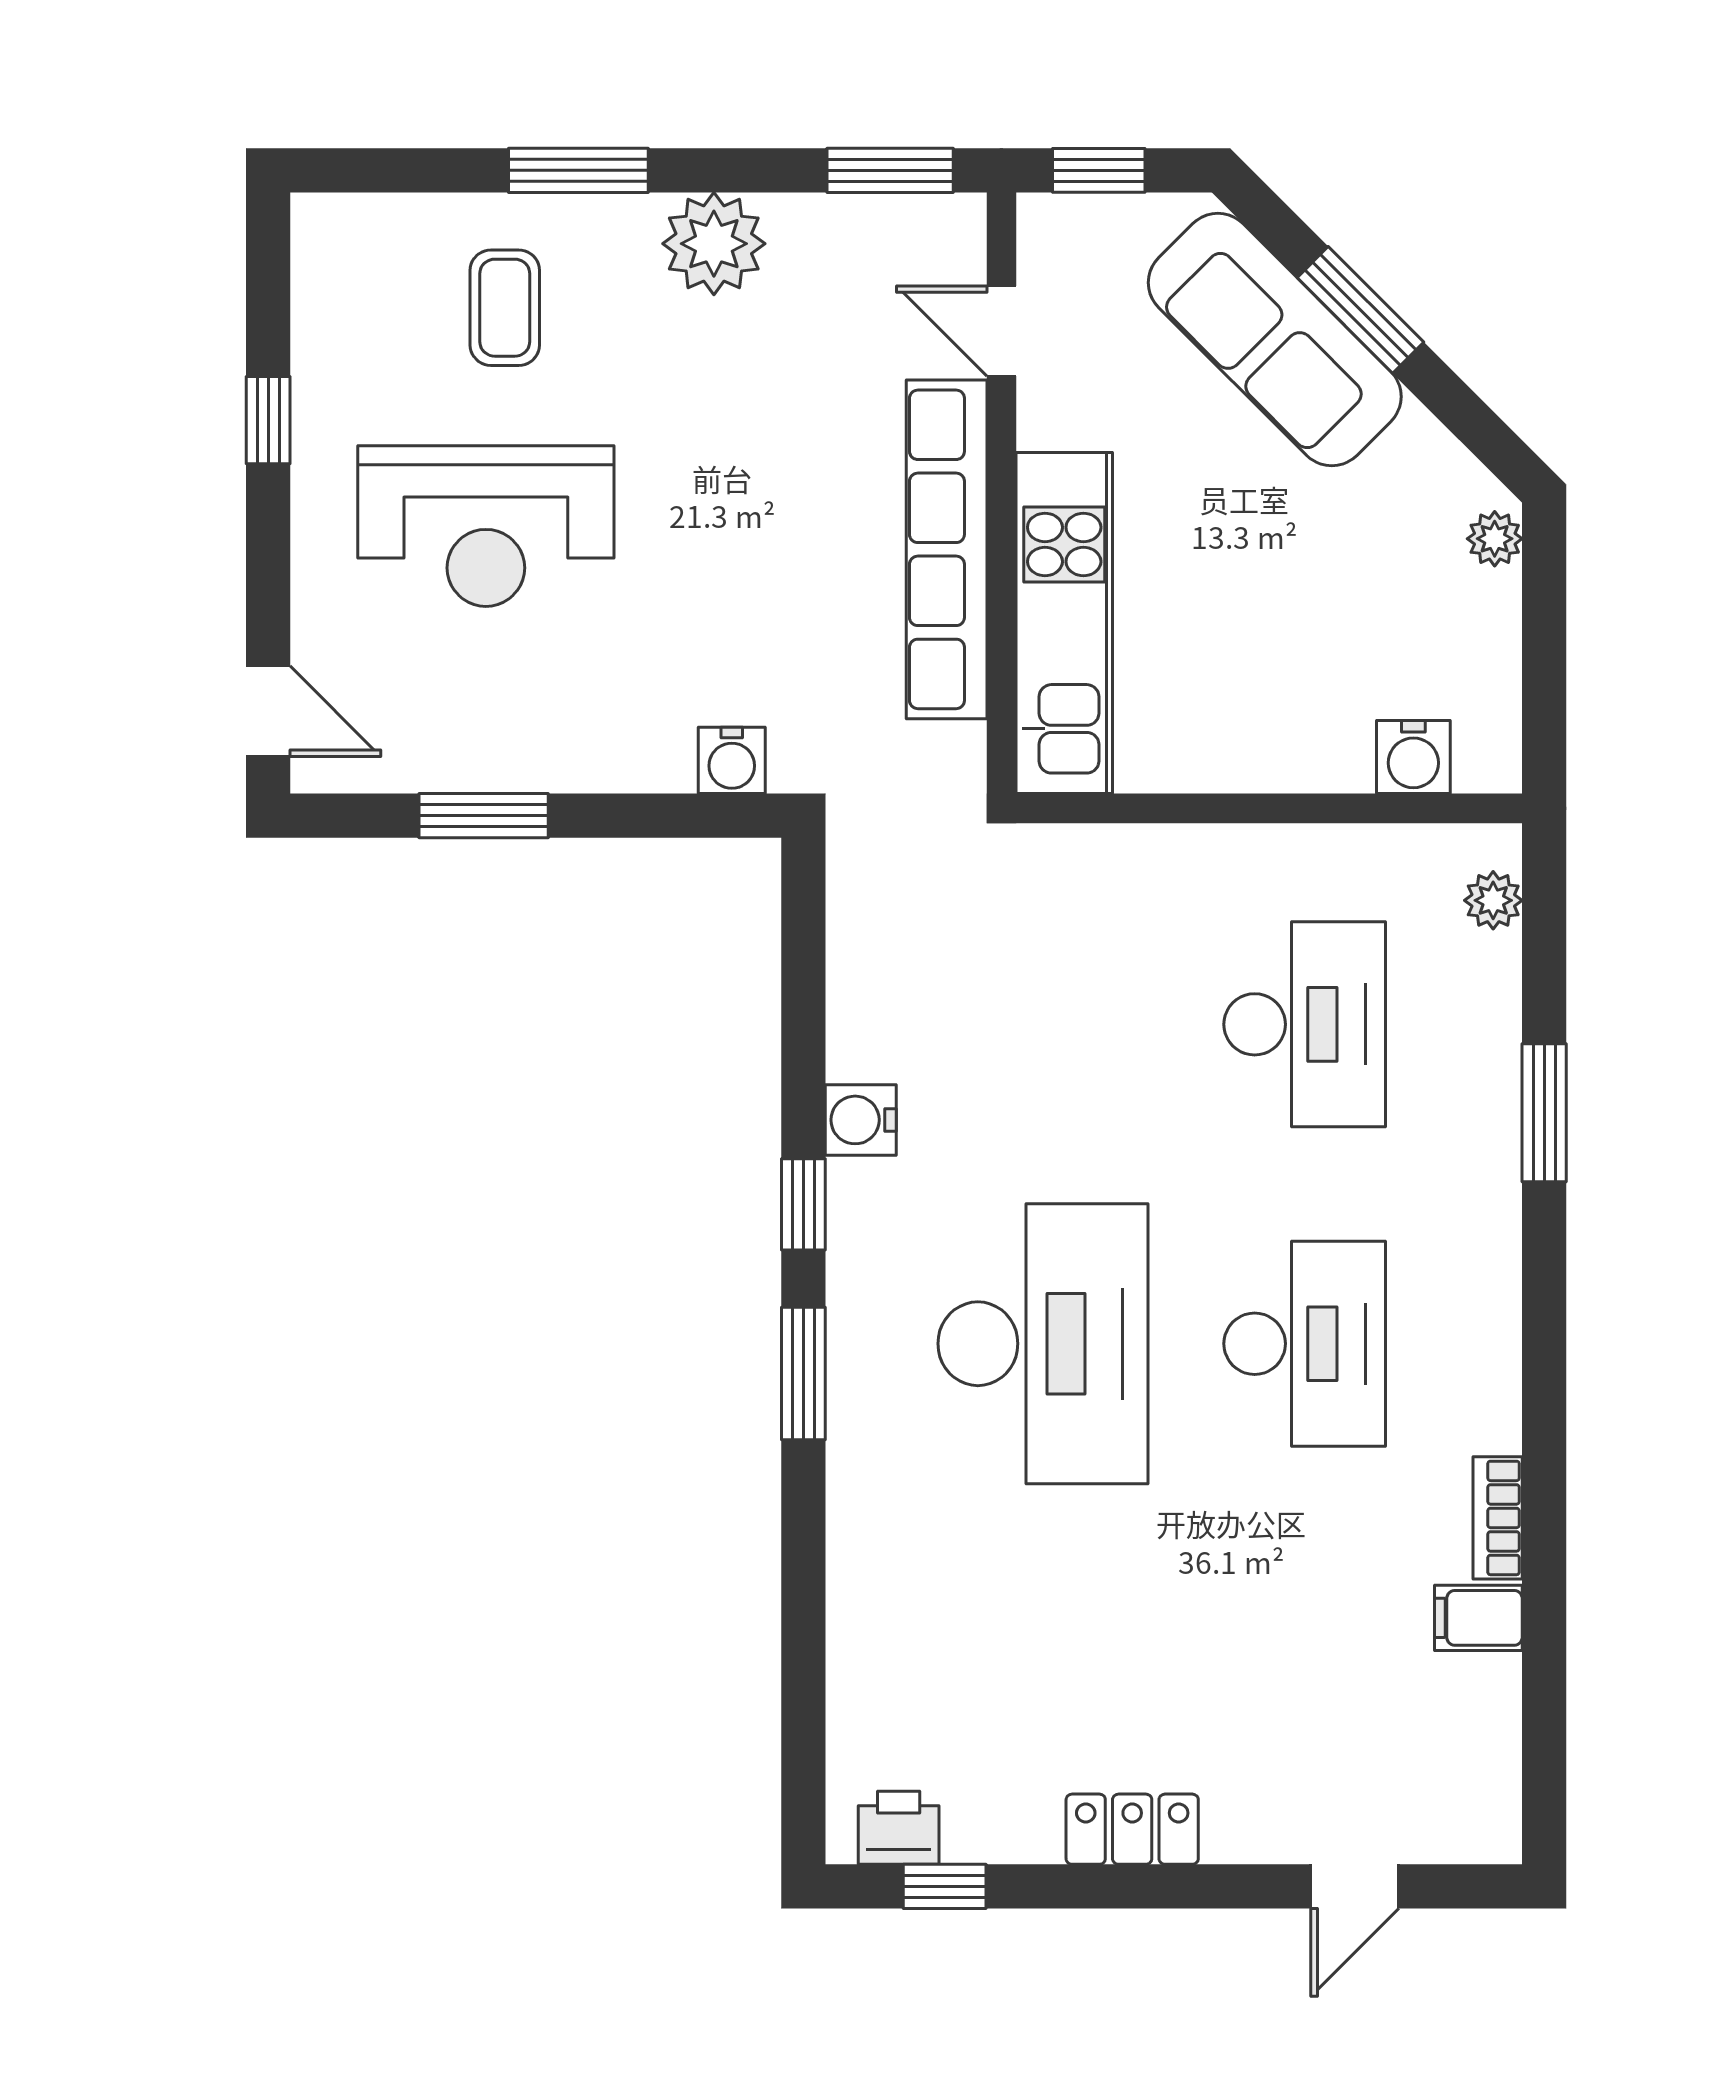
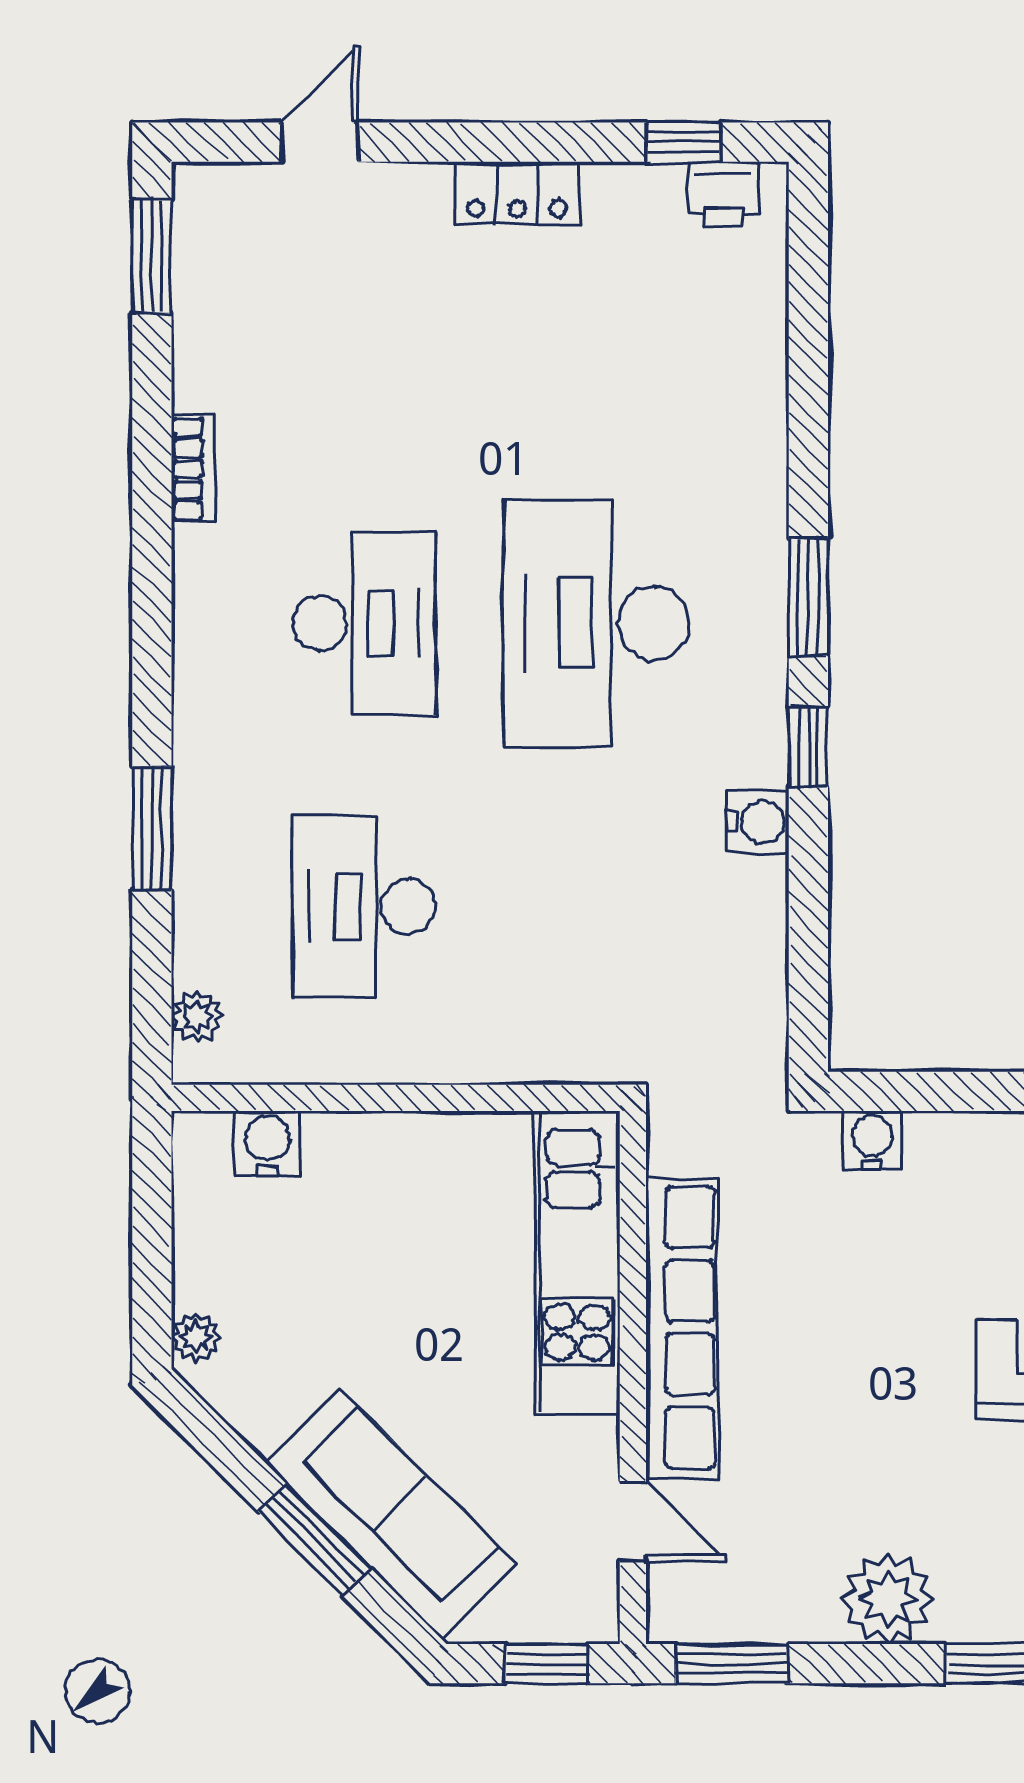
desk: (1305, 1344) -> (364, 623), turned 180
filing cabinet: (1478, 1618) -> (210, 380), removed
window: (1544, 1758) -> (152, 256), added

